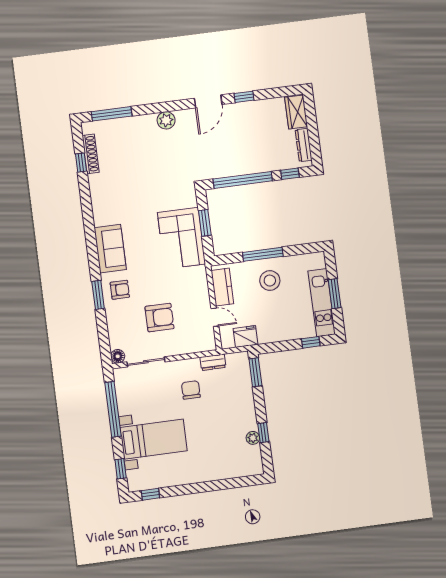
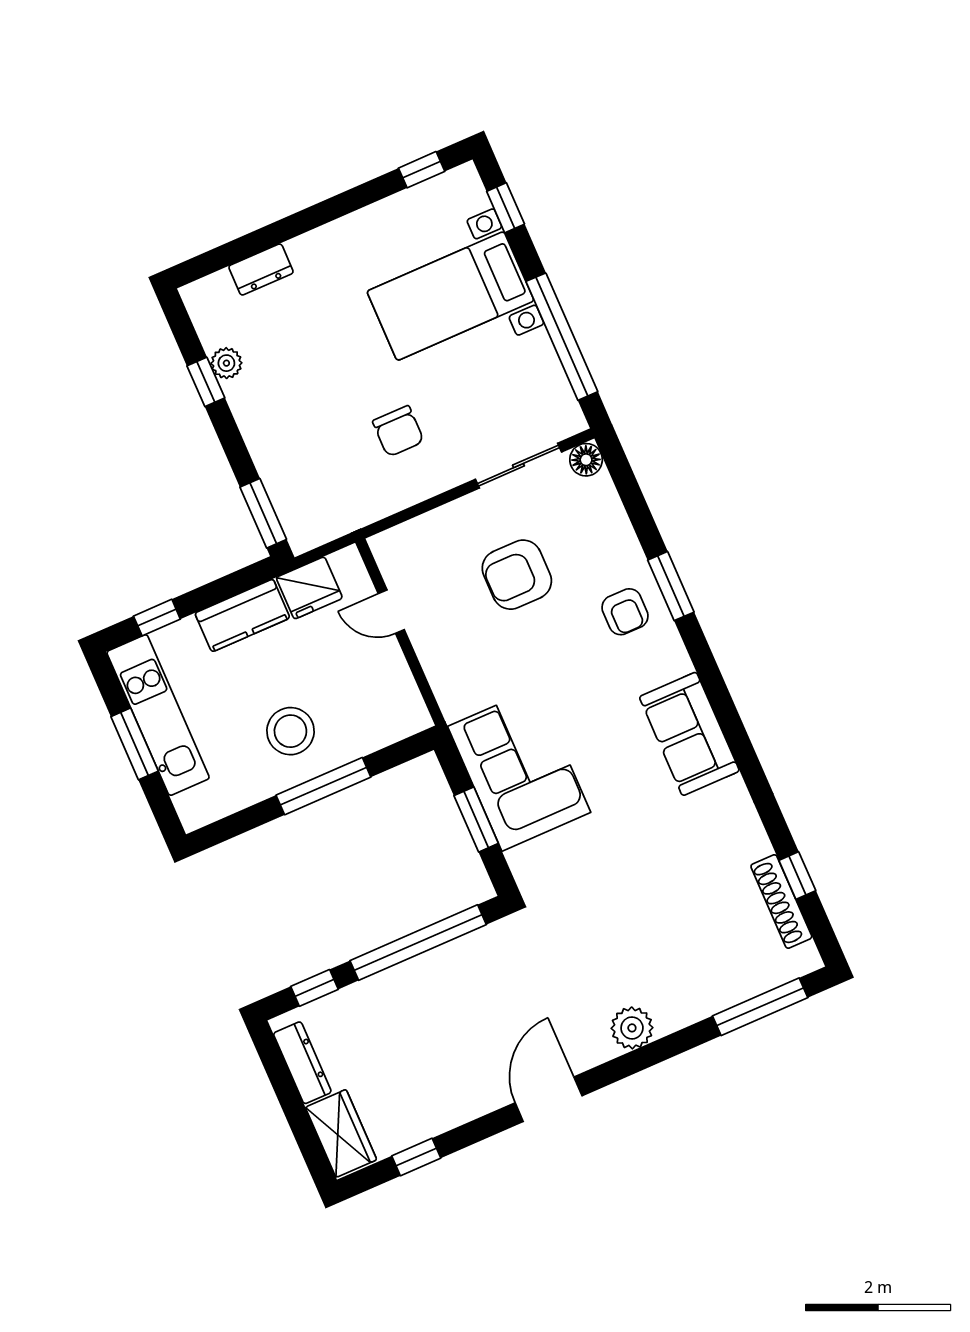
window: (244, 97) -> (416, 1157), moved
sofa: (110, 249) -> (689, 734), moved
kitchen counter: (222, 287) -> (242, 615), moved, turned -90
armchair: (120, 290) -> (625, 612), turned -90
dresser: (213, 362) -> (261, 269), moved, turned 180

